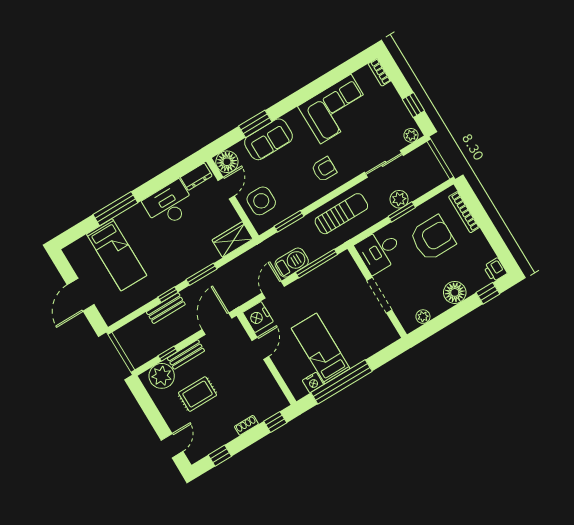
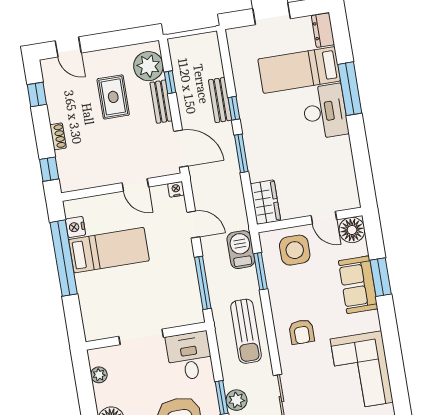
dresser: (196, 177) -> (323, 30), moved
desk: (169, 204) -> (325, 111), moved
barbecue: (292, 263) -> (241, 250), moved, turned 180
nightstand: (258, 317) -> (176, 189), width x0.53, depth x0.56

